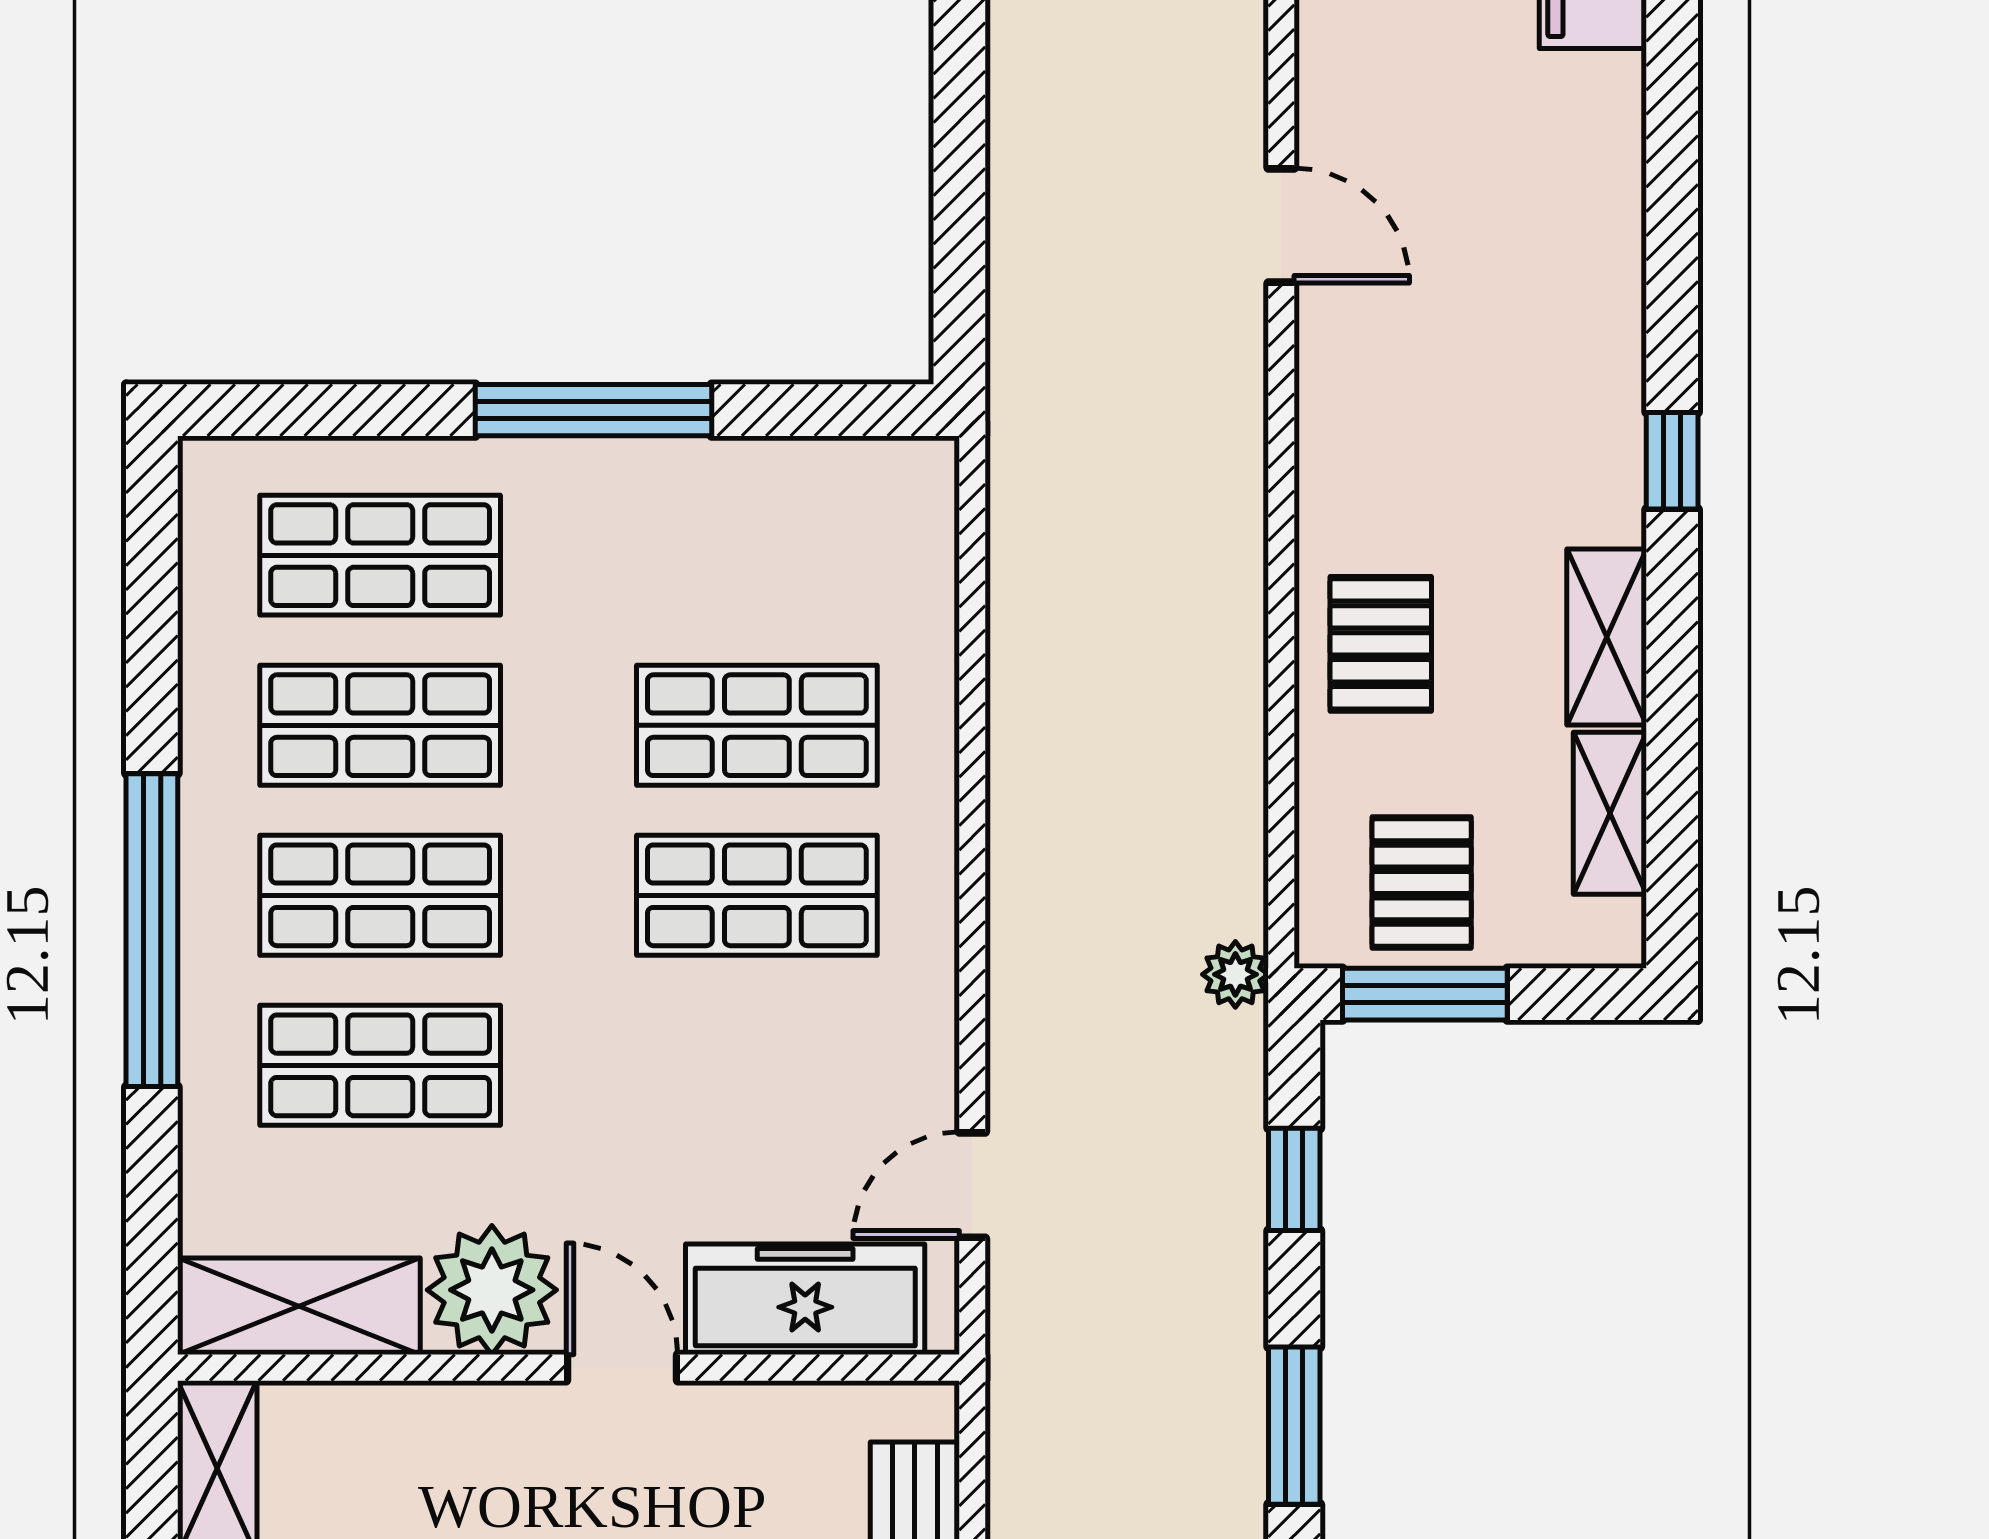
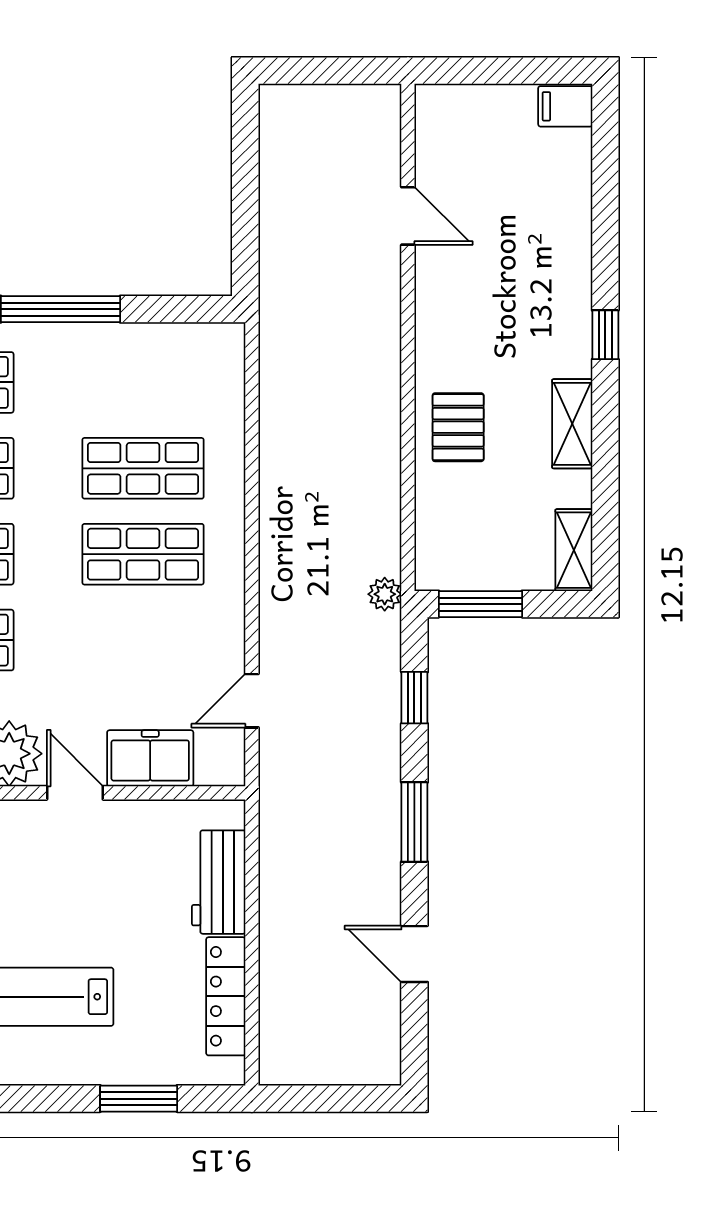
shelving: (1610, 813) -> (574, 550), moved
pallet: (1422, 883) -> (479, 548), removed
freezer: (805, 1299) -> (150, 758), width x0.71

